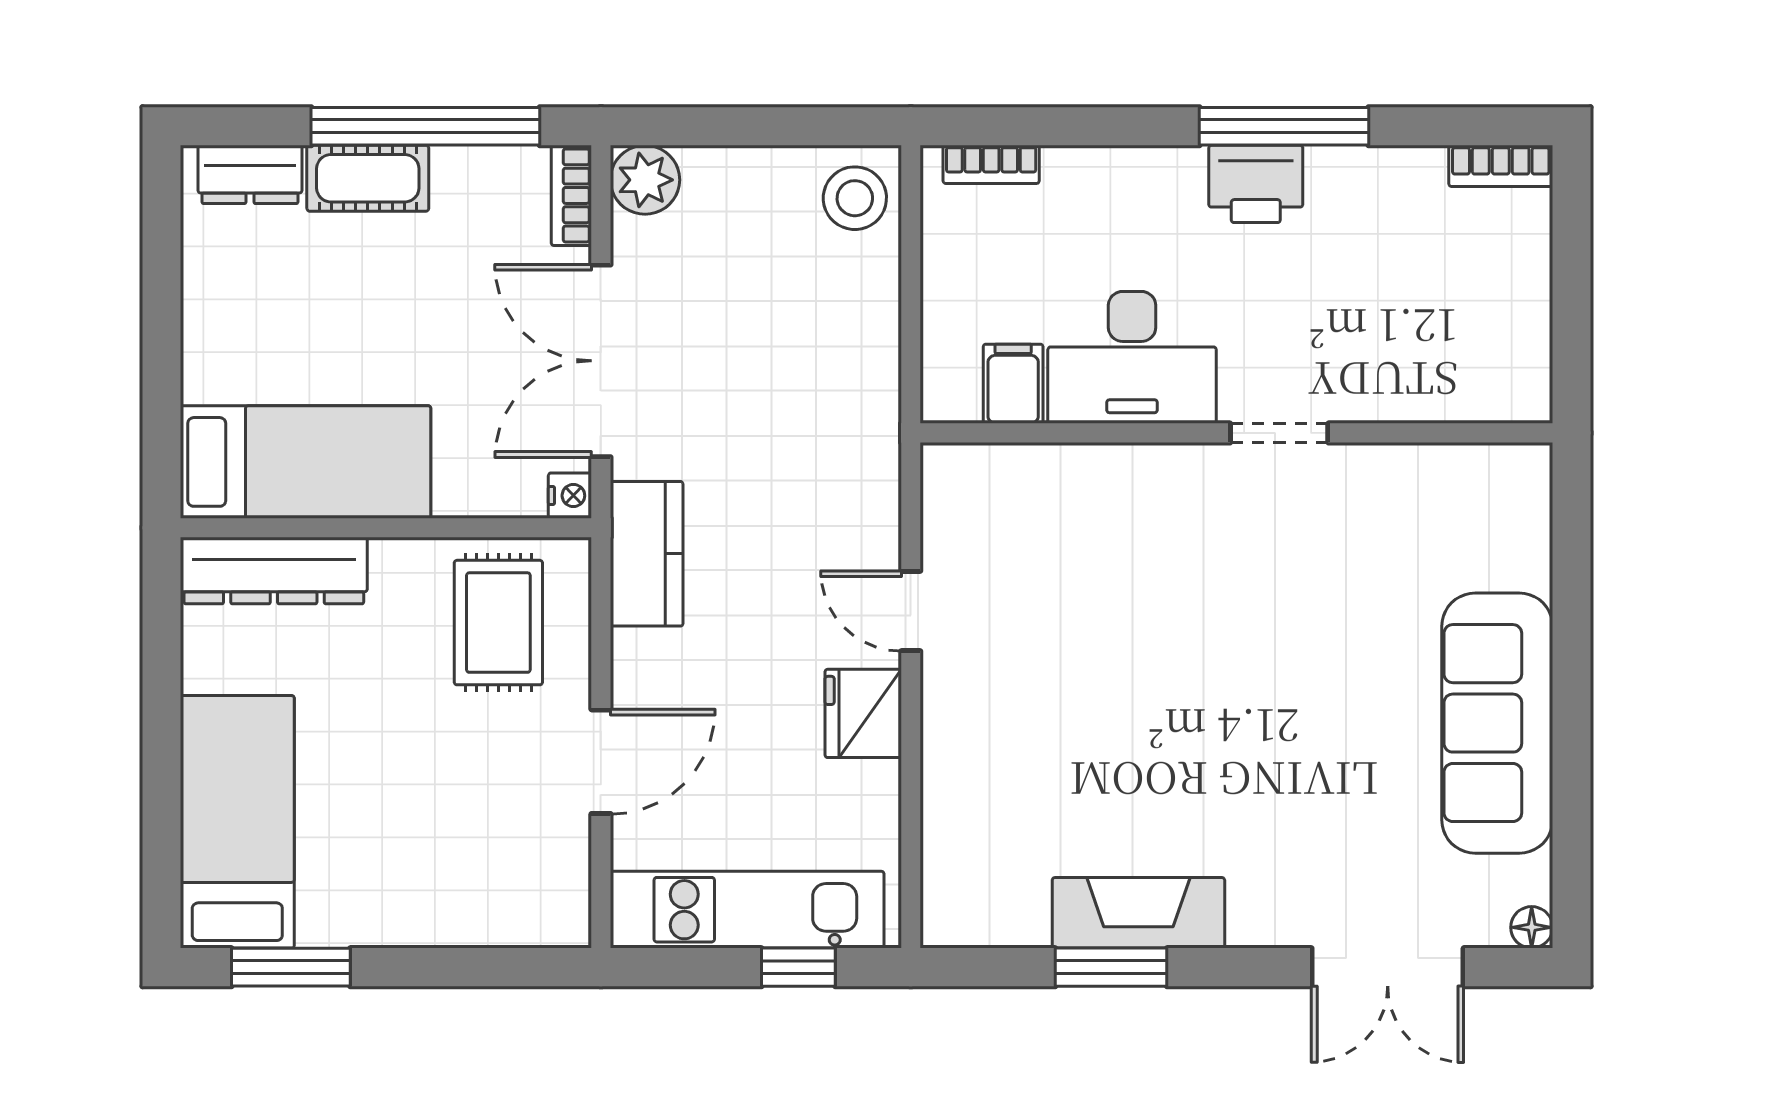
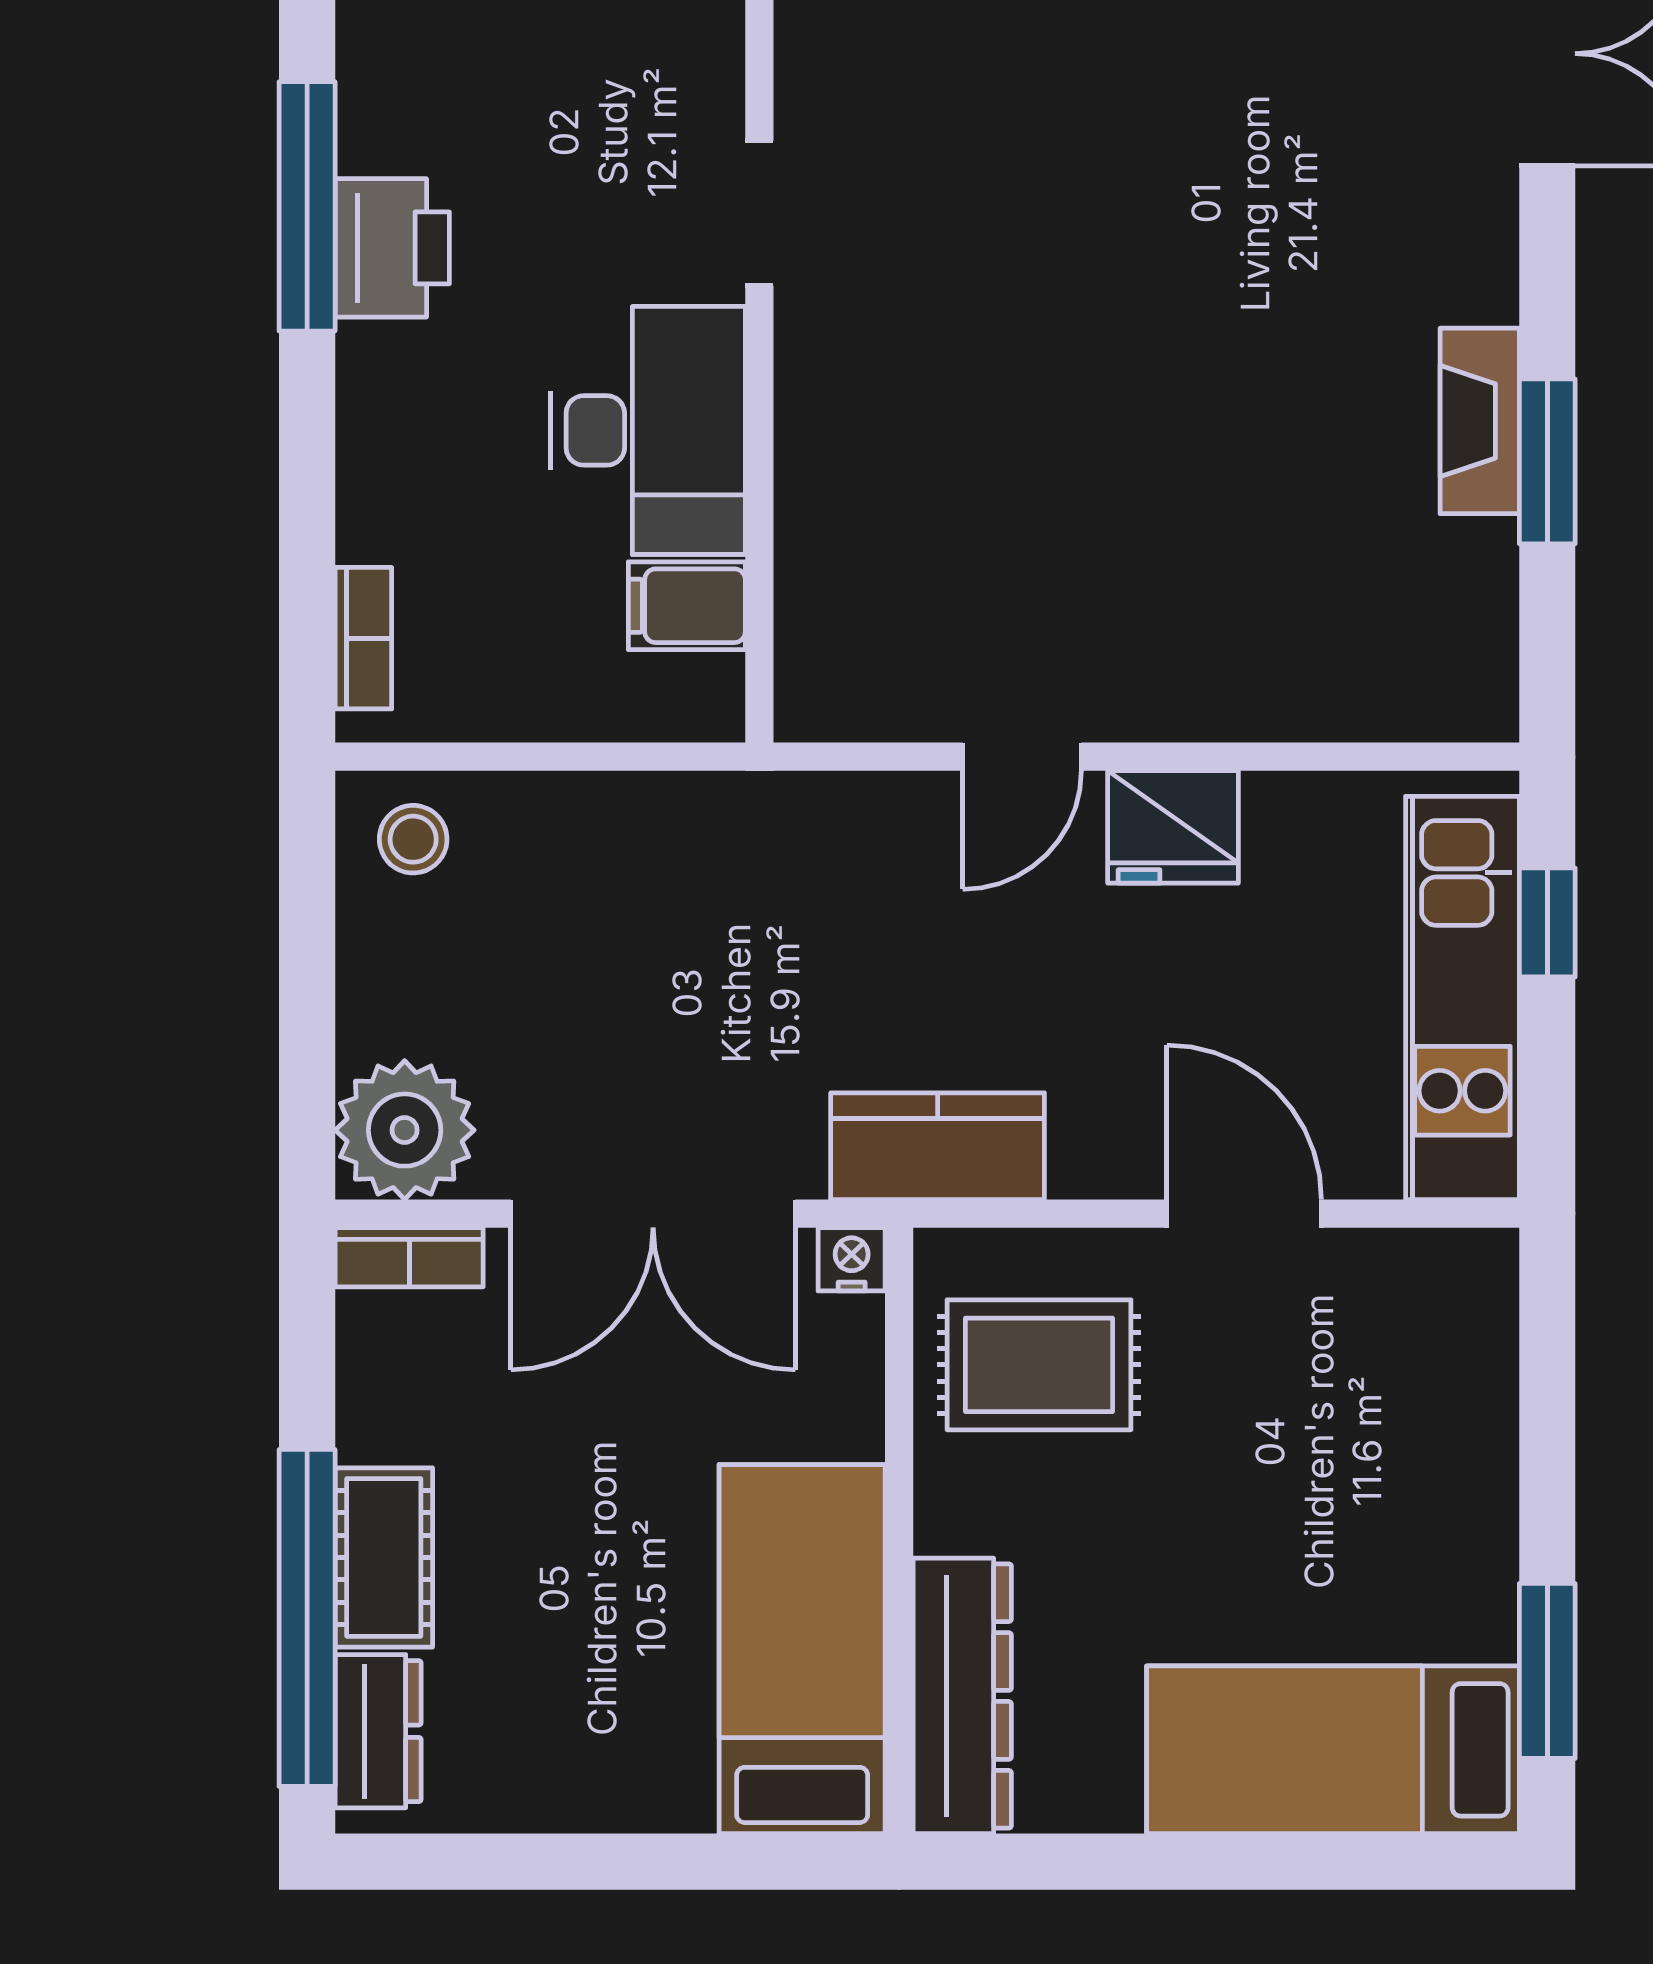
window: (425, 126) -> (307, 1618), moved
plant: (645, 180) -> (405, 1130), width x1.36, depth x1.36
stool: (855, 198) -> (413, 839), width x0.73, depth x0.73
fireplace: (1138, 913) -> (1480, 421), width x0.73, depth x0.76

